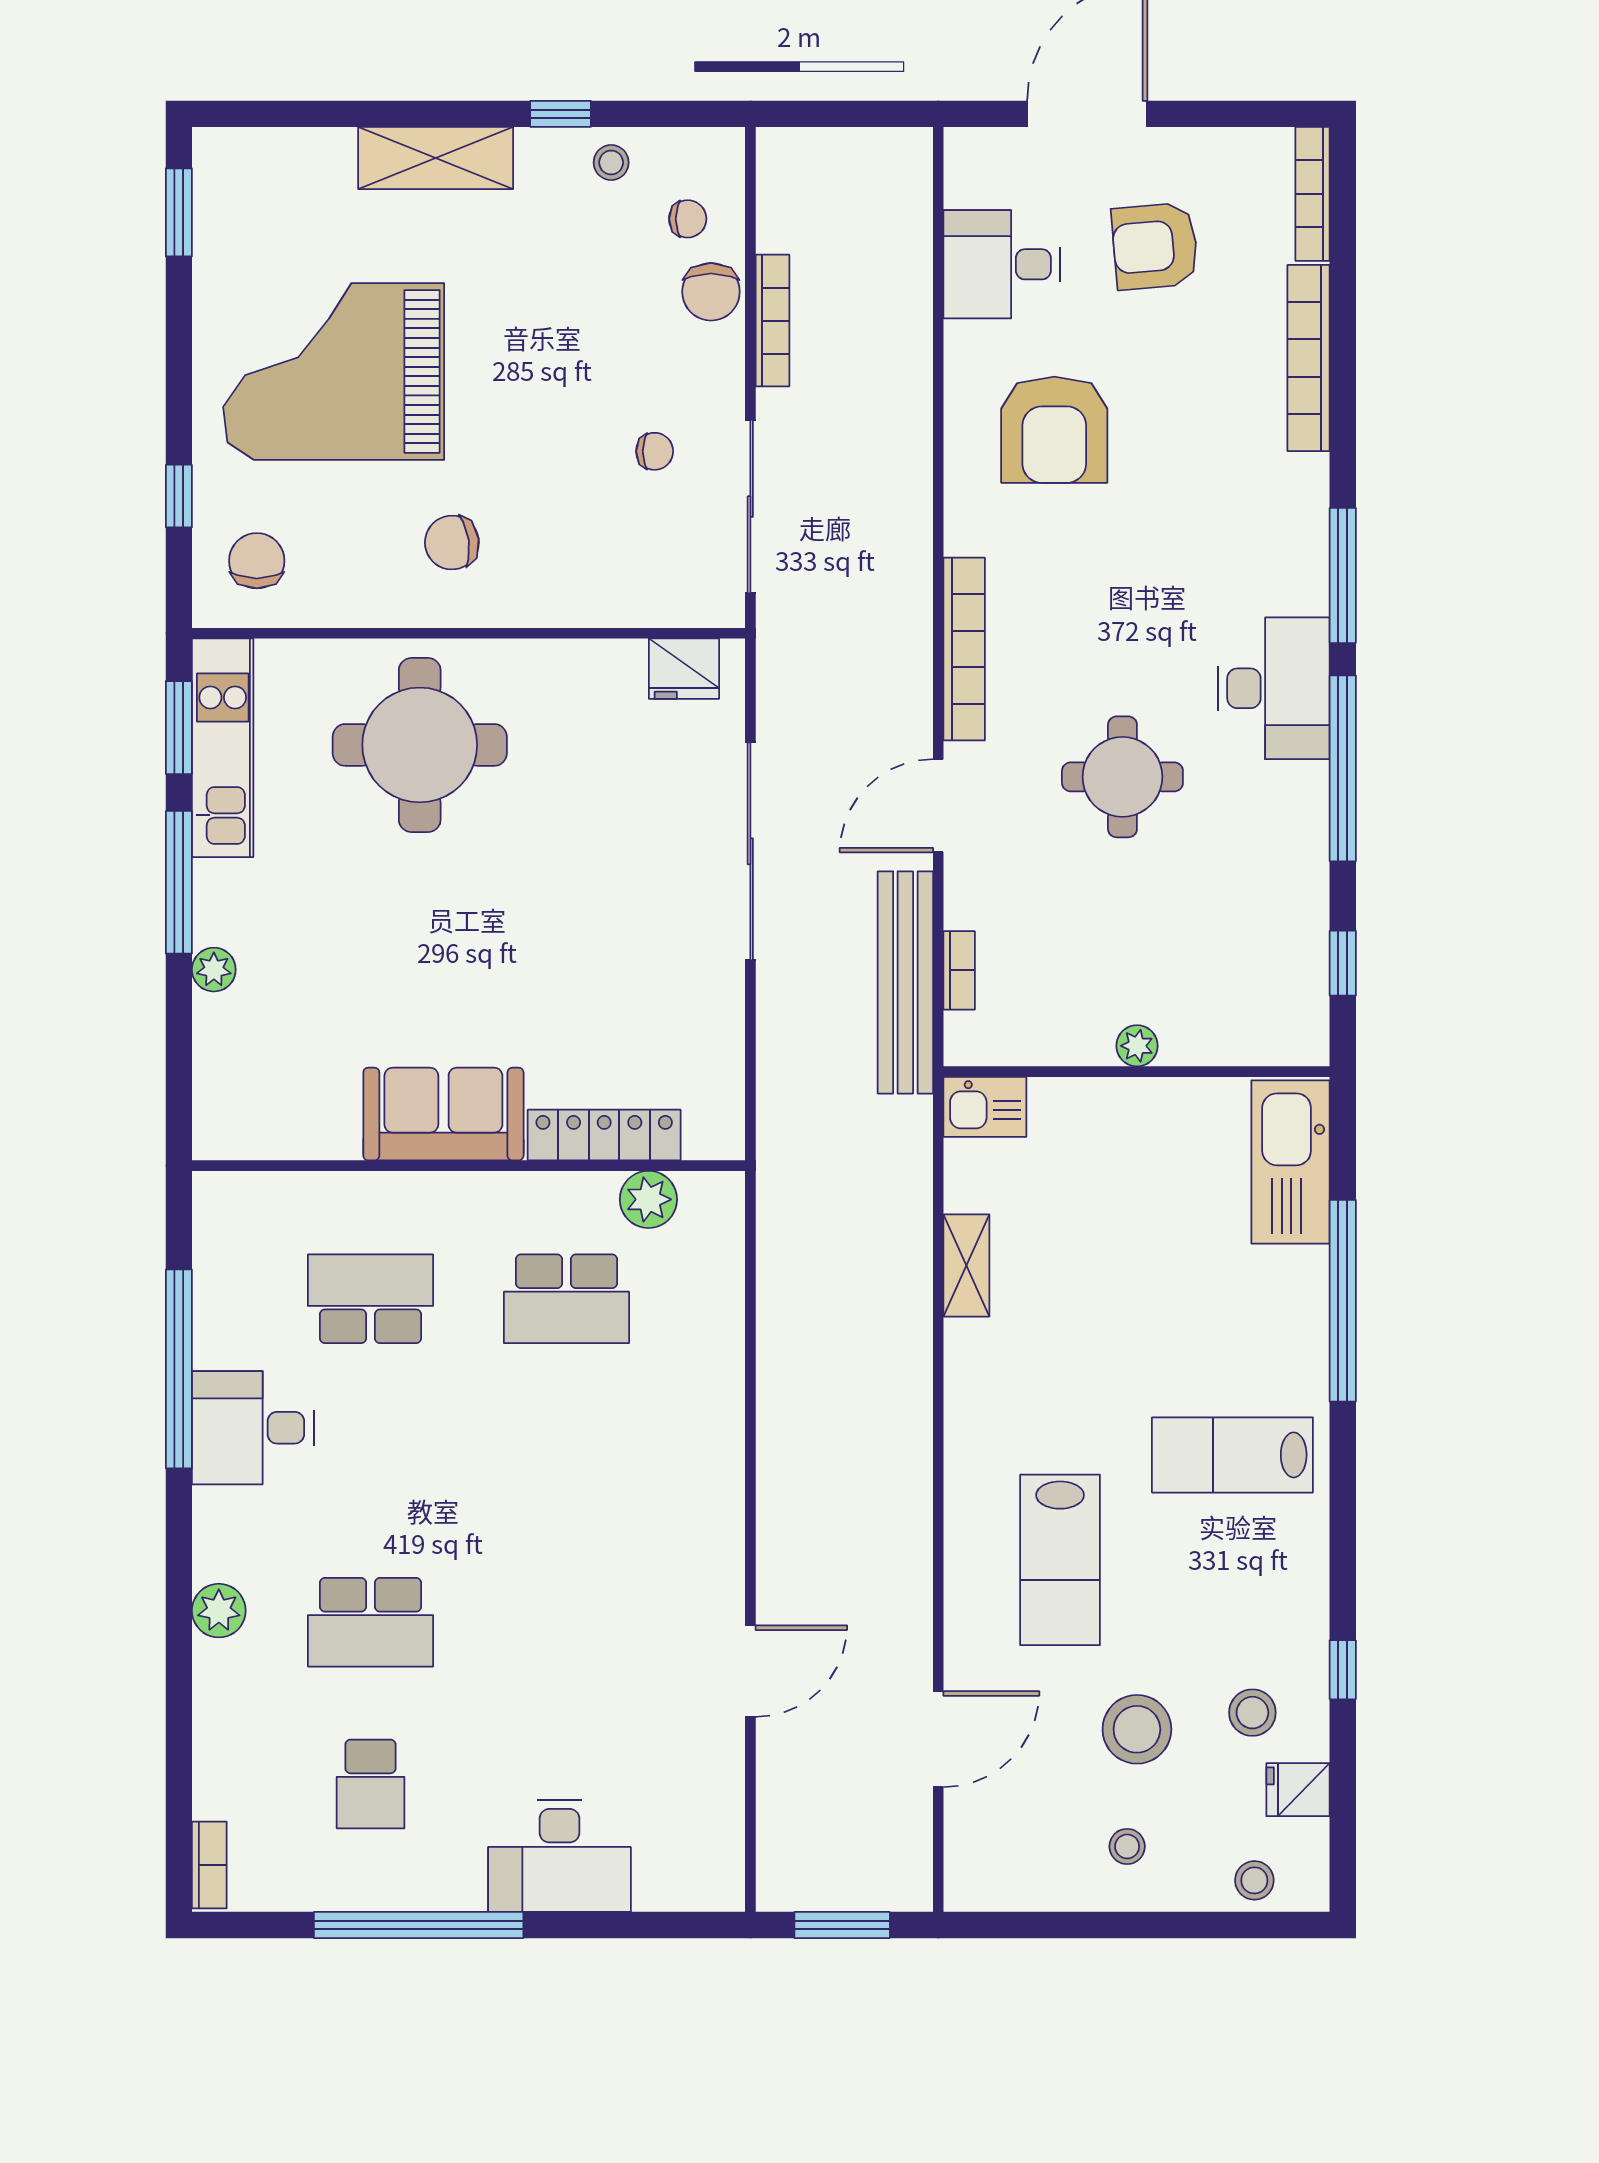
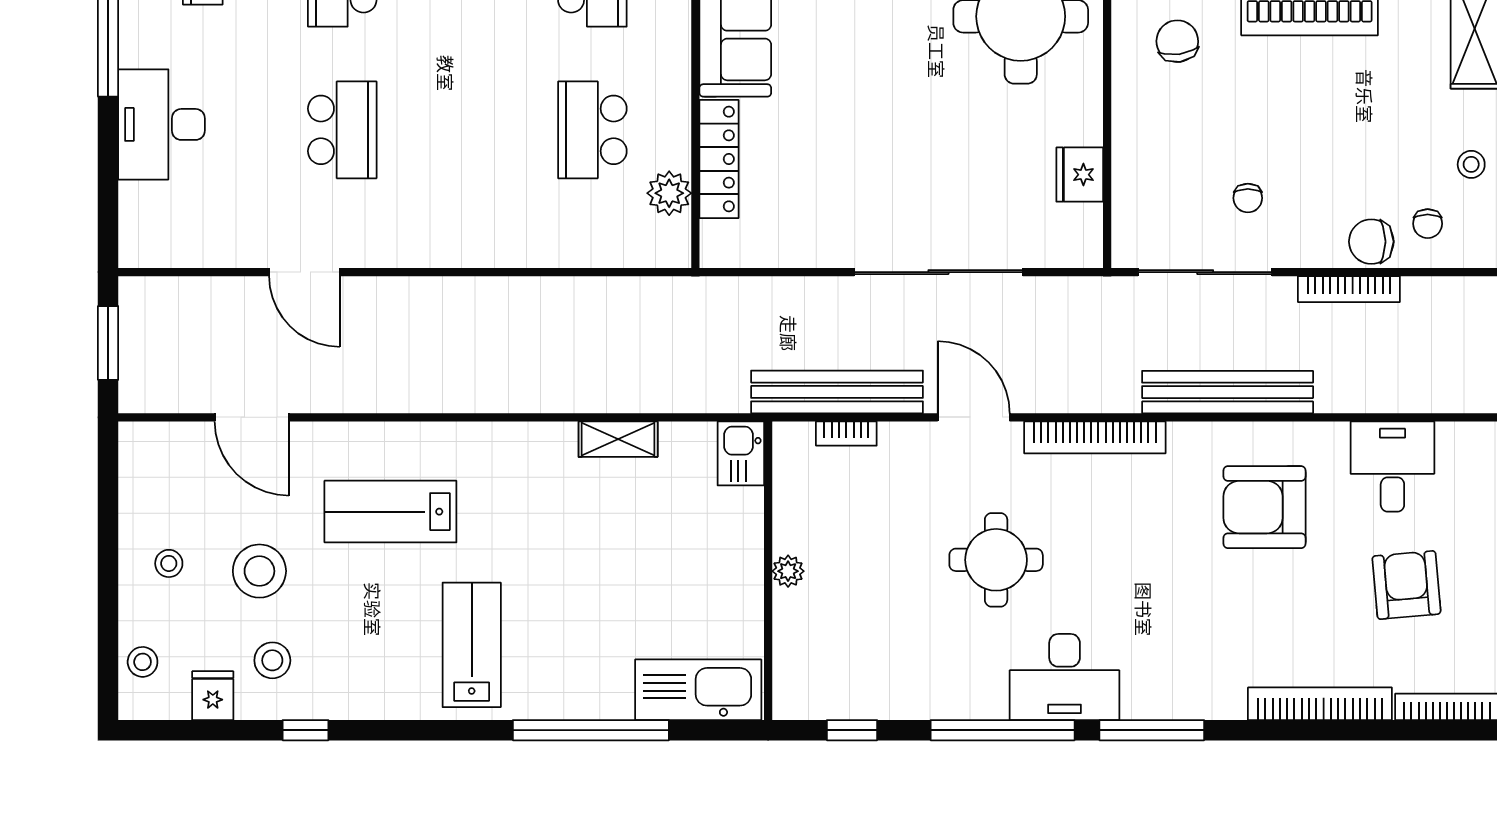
bench: (906, 477) -> (1228, 392), added
fridge: (684, 669) -> (1080, 175), moved
school desk: (566, 1622) -> (342, 130), added

